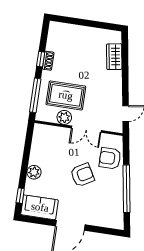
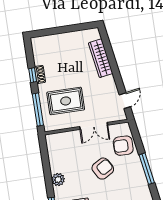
wardrobe: (114, 57) -> (101, 58), width x1.50
plant: (64, 117) -> (70, 121), removed
window: (126, 189) -> (147, 169), width x0.68

